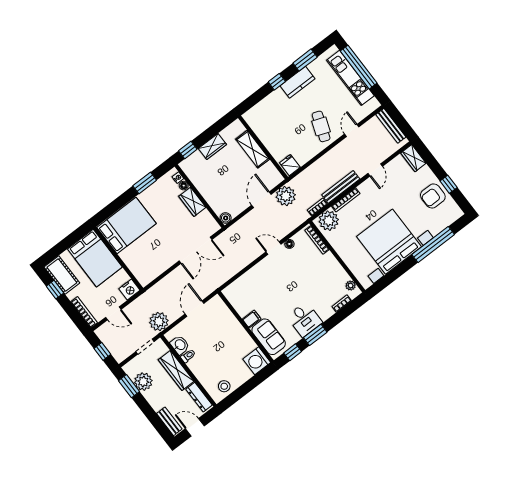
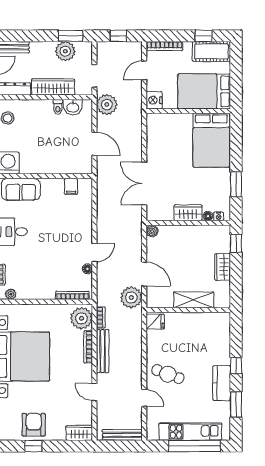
filing cabinet: (252, 319) -> (71, 186), moved

